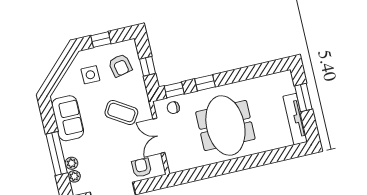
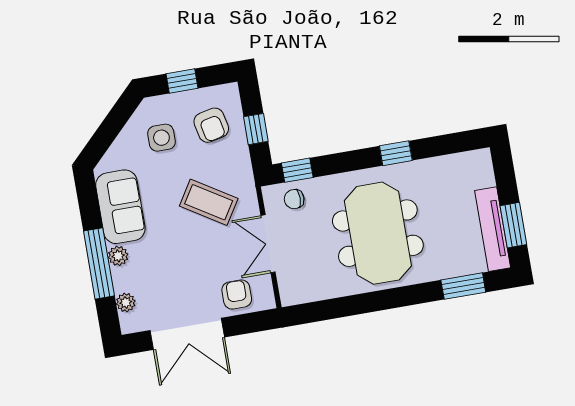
window: (205, 83) -> (396, 153), moved
window: (303, 97) -> (513, 225), moved
window: (279, 155) -> (463, 286), added
plant: (71, 163) -> (118, 256), moved

